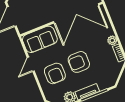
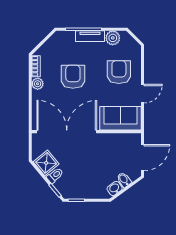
armchair: (79, 62) -> (73, 77), moved, turned -90

